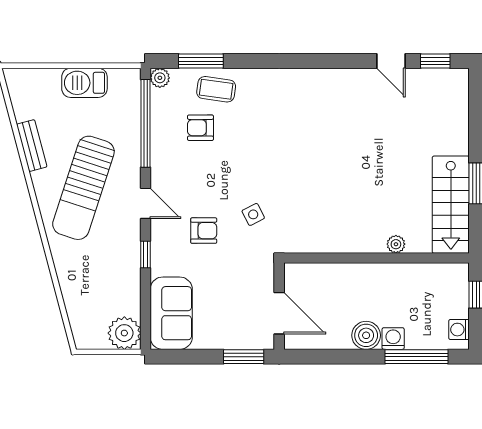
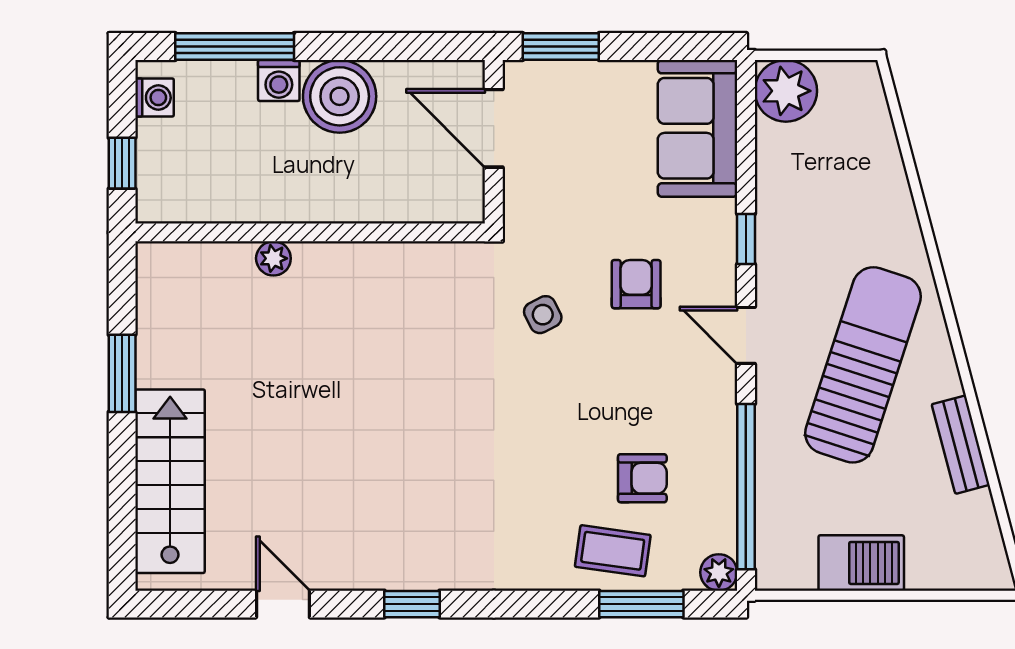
window: (435, 61) -> (412, 604), moved
stairs: (451, 205) -> (170, 481), moved
armchair: (204, 231) -> (636, 284), turned 90
boiler: (366, 335) -> (340, 96), width x1.37, depth x1.37

